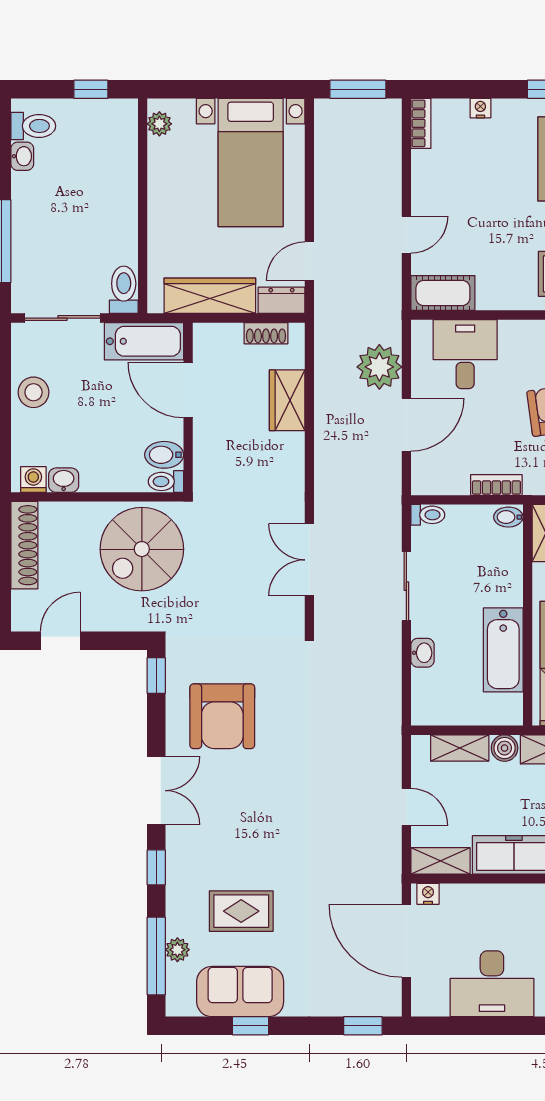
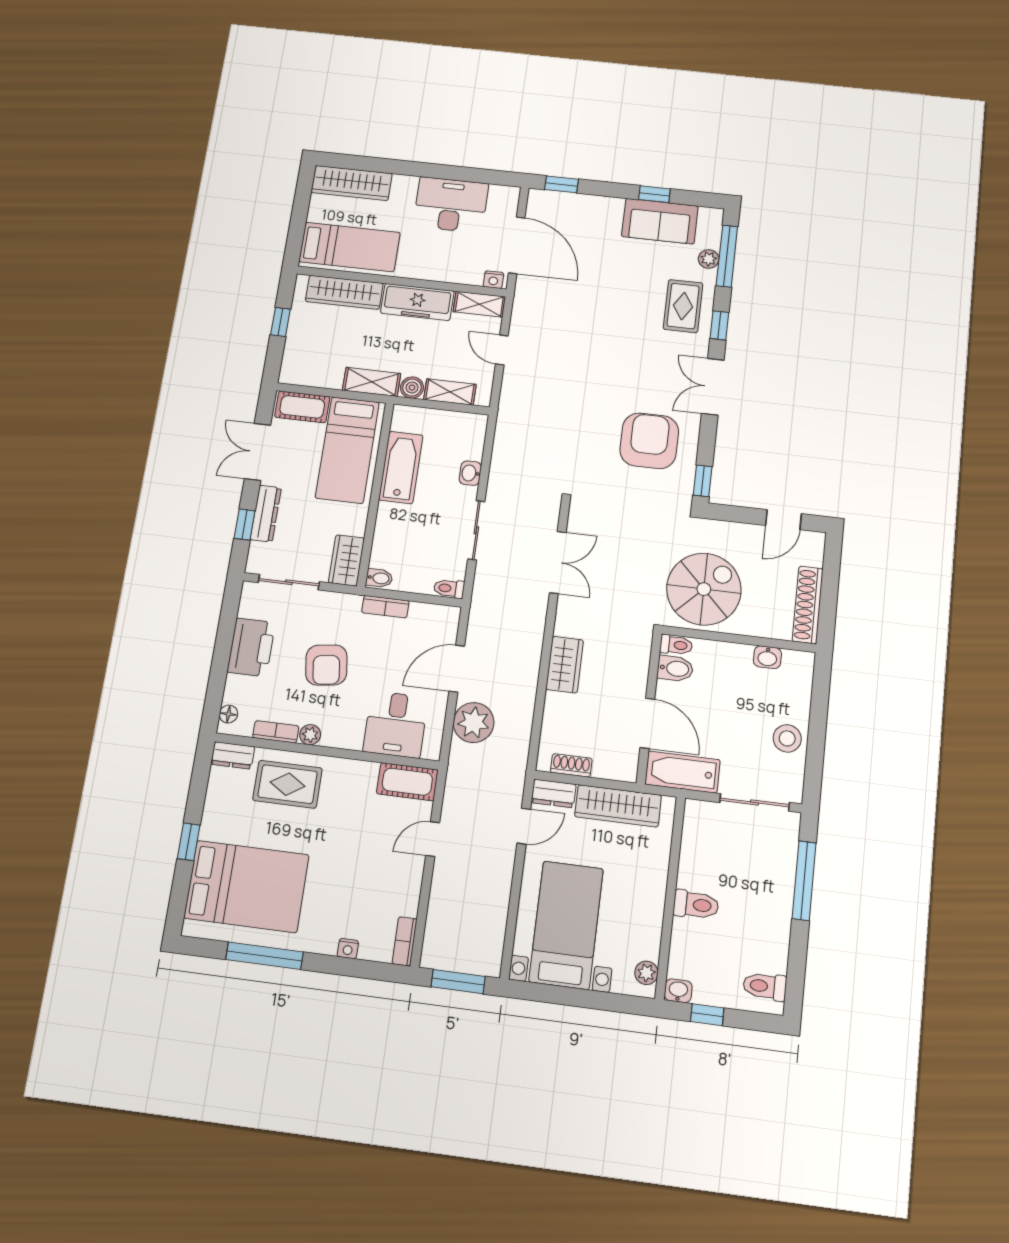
washbasin: (22, 156) -> (678, 991), moved, turned 90
toilet: (124, 290) -> (696, 905), moved, turned -90
wardrobe: (287, 400) -> (565, 665), moved
washing machine: (33, 480) -> (794, 661), removed
rug: (241, 911) -> (683, 306), moved, turned 90

